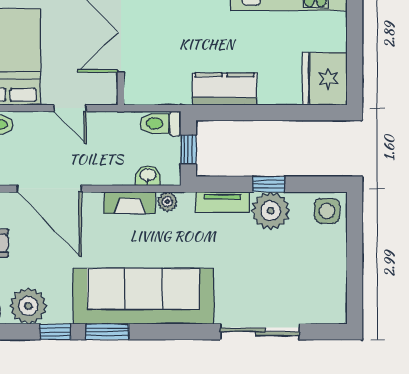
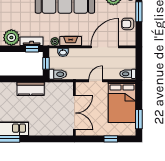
door: (70, 108) -> (96, 81), hinge flipped
window: (269, 184) -> (32, 49), moved
door: (49, 189) -> (105, 47), hinge flipped

